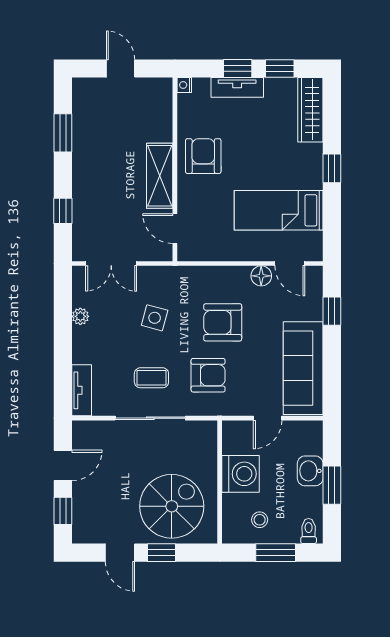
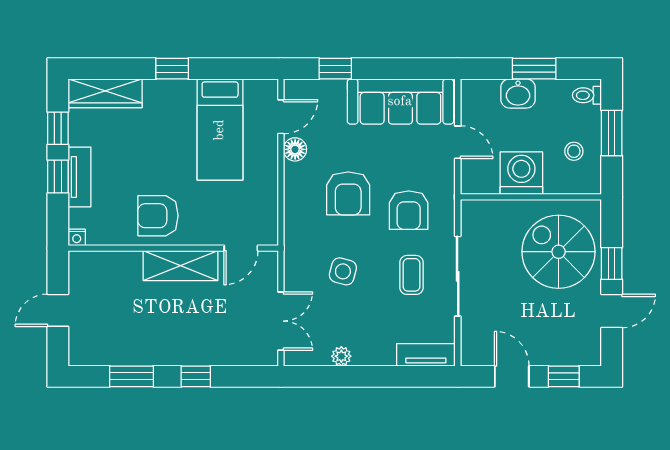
window: (63, 211) -> (196, 376), moved
armchair: (208, 375) -> (409, 210), turned 180

